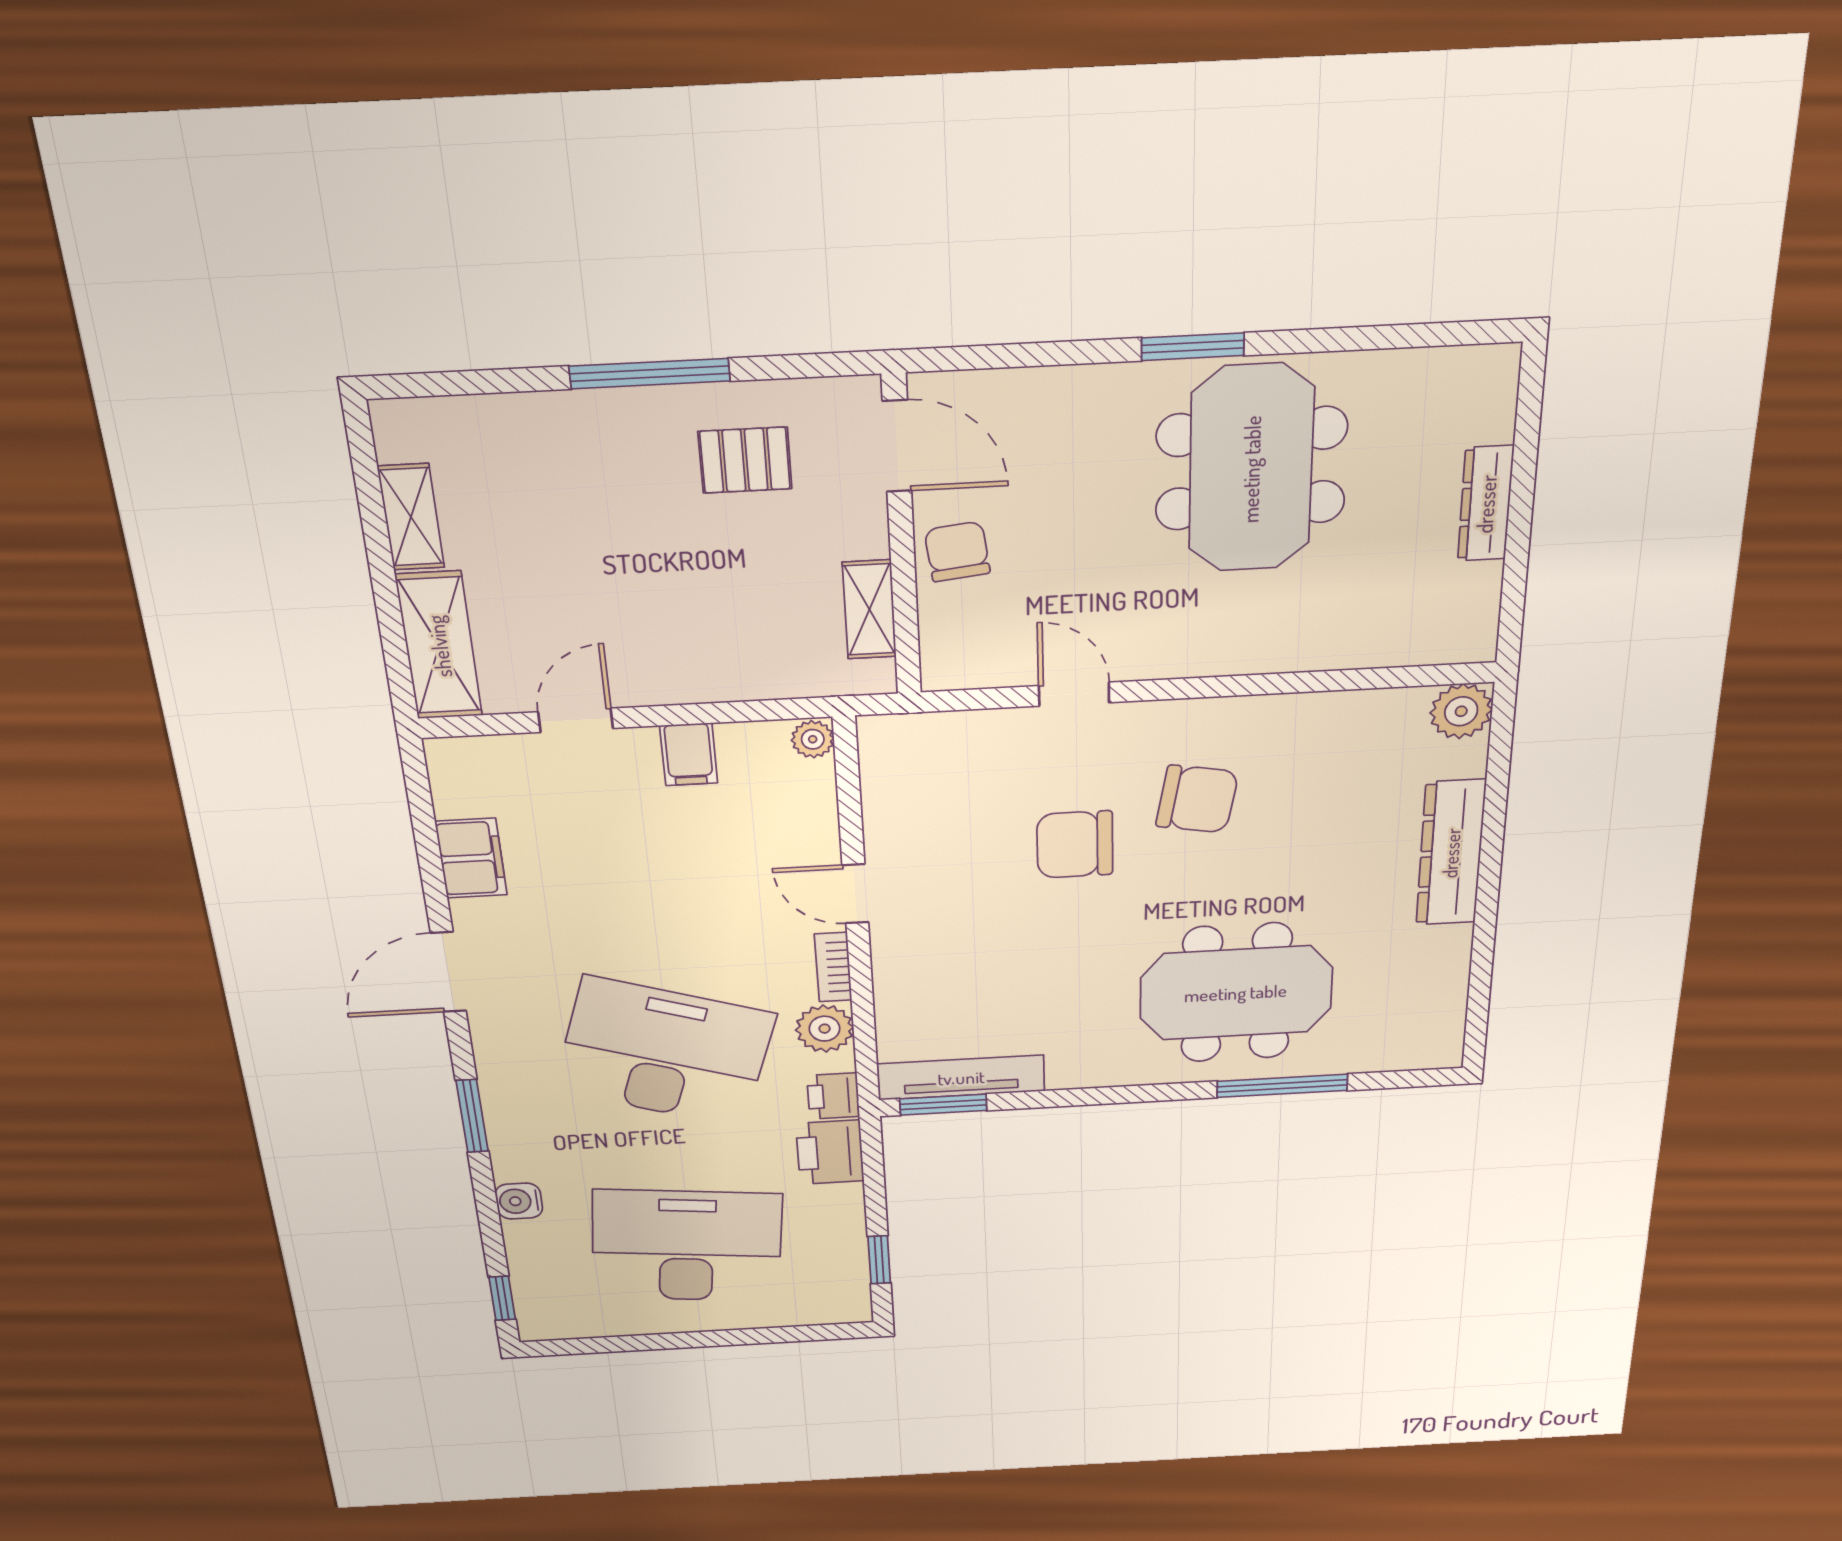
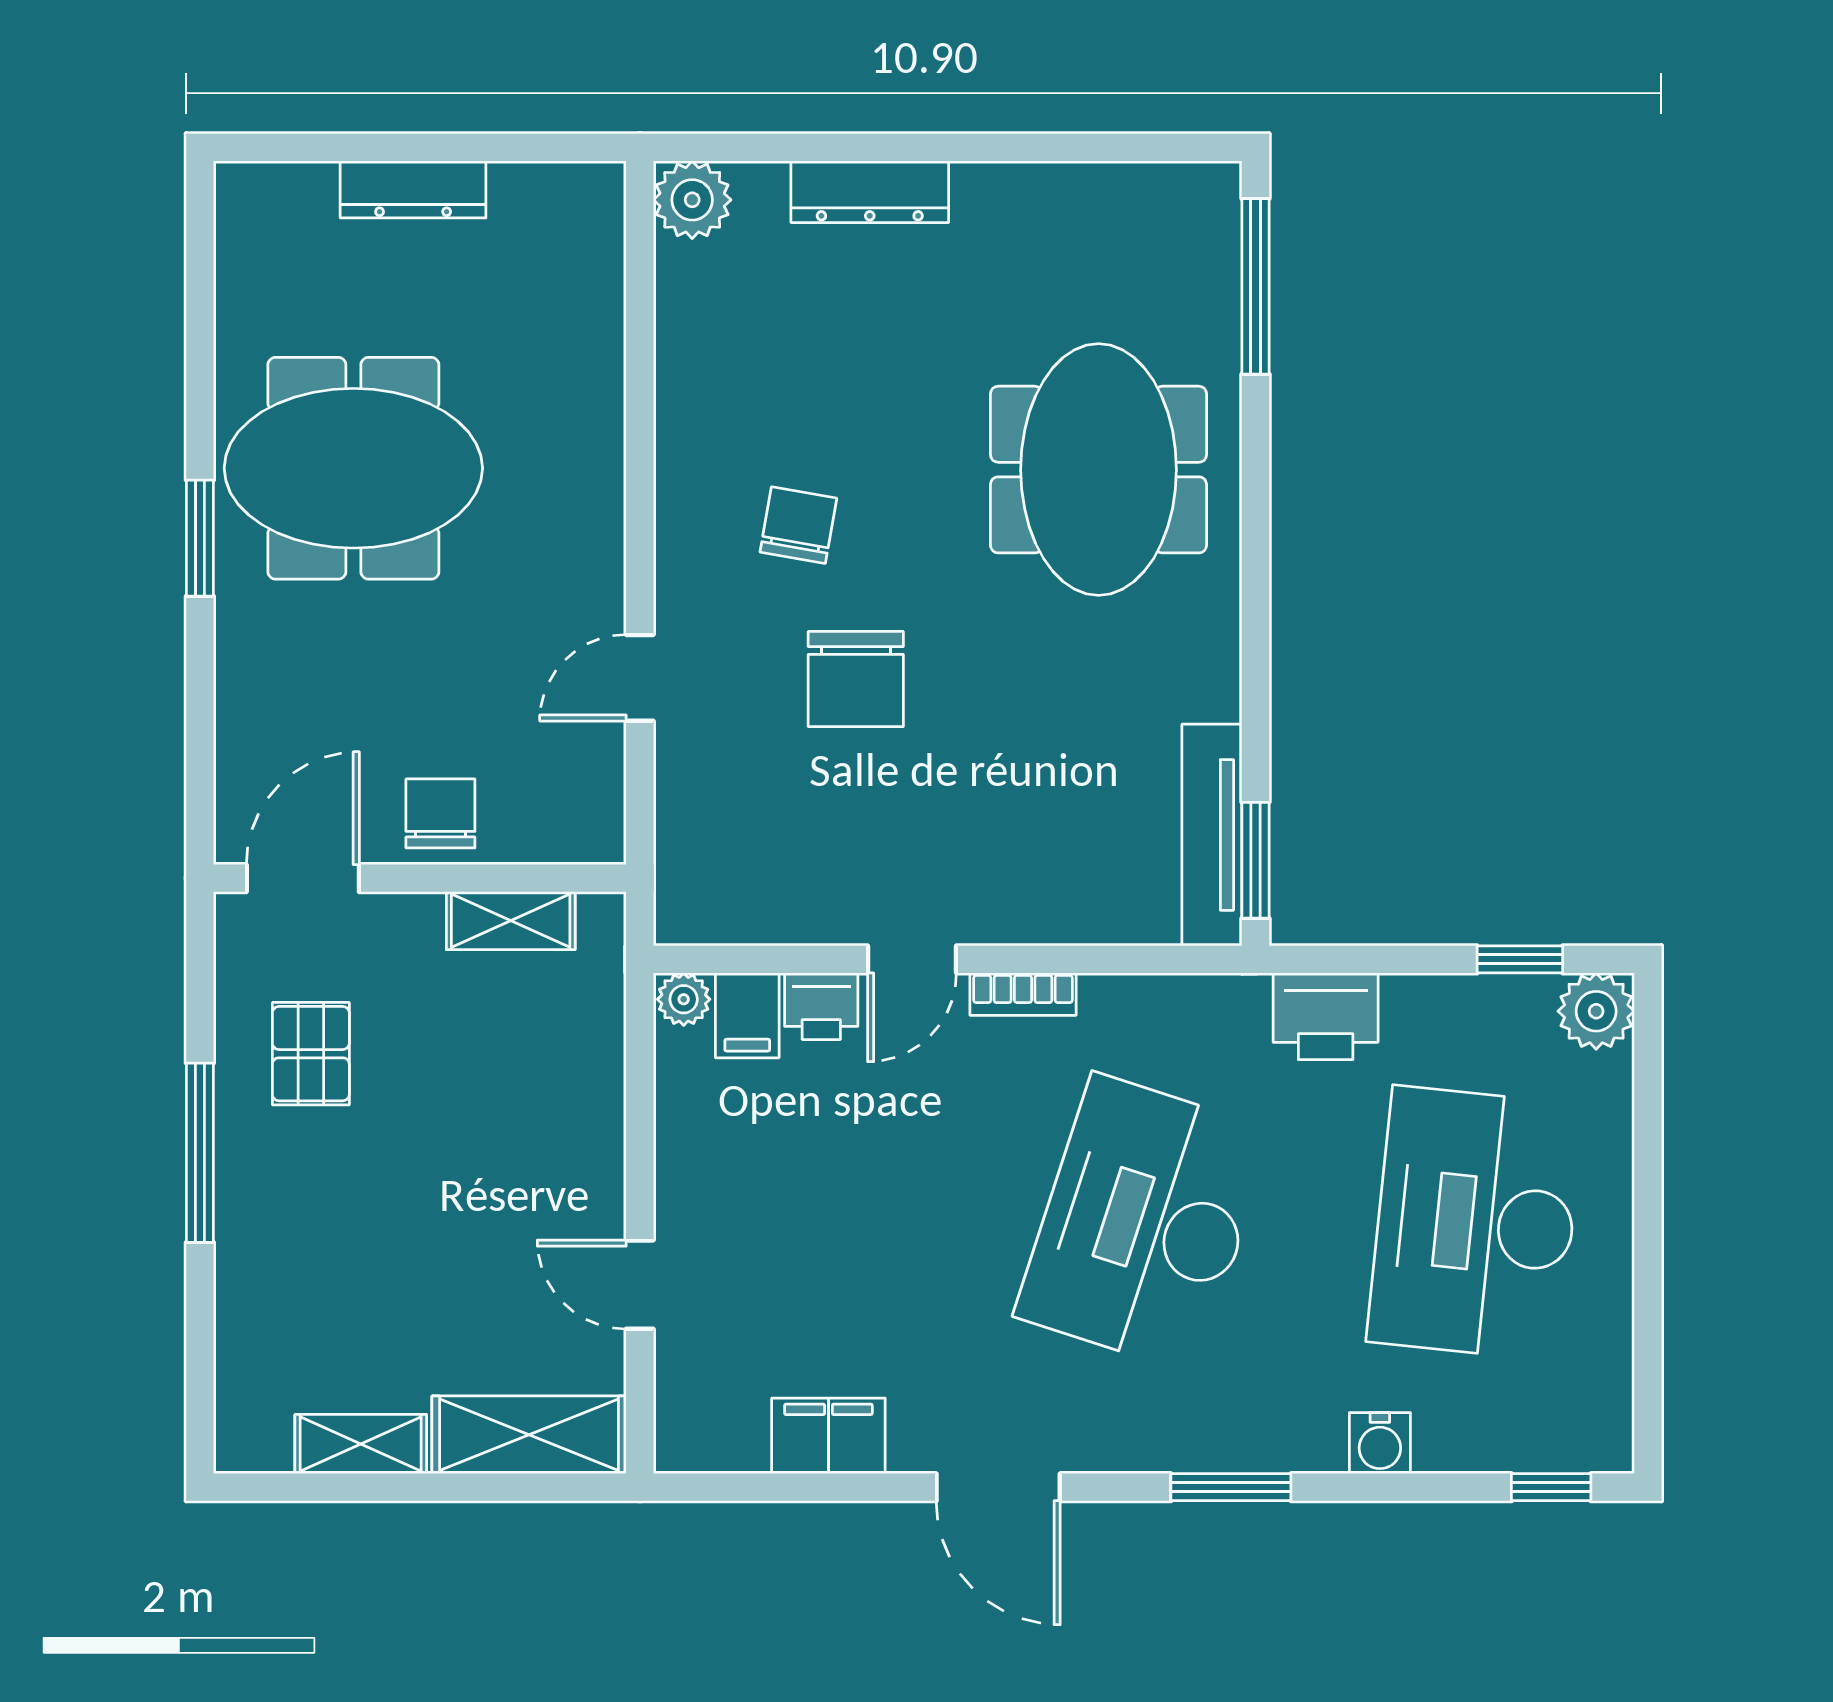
chair: (957, 552) -> (440, 813), turned 97
filing cabinet: (689, 754) -> (747, 1015), moved, turned 90
chair: (1197, 799) -> (798, 525), width x0.73, depth x0.73
dresser: (1451, 853) -> (870, 192), width x0.73, depth x0.80
plant: (825, 1029) -> (1596, 1011), moved
window: (1282, 1086) -> (1256, 286), moved
printer: (833, 1096) -> (821, 1006), moved

